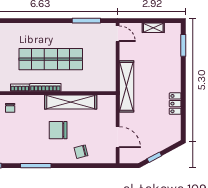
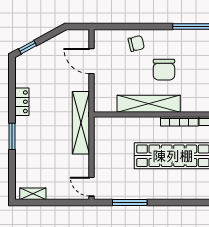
shelving: (153, 28) -> (33, 194), moved
window: (183, 45) -> (12, 136), moved
chair: (58, 130) -> (164, 70), turned 90
window: (154, 157) -> (28, 47), moved

